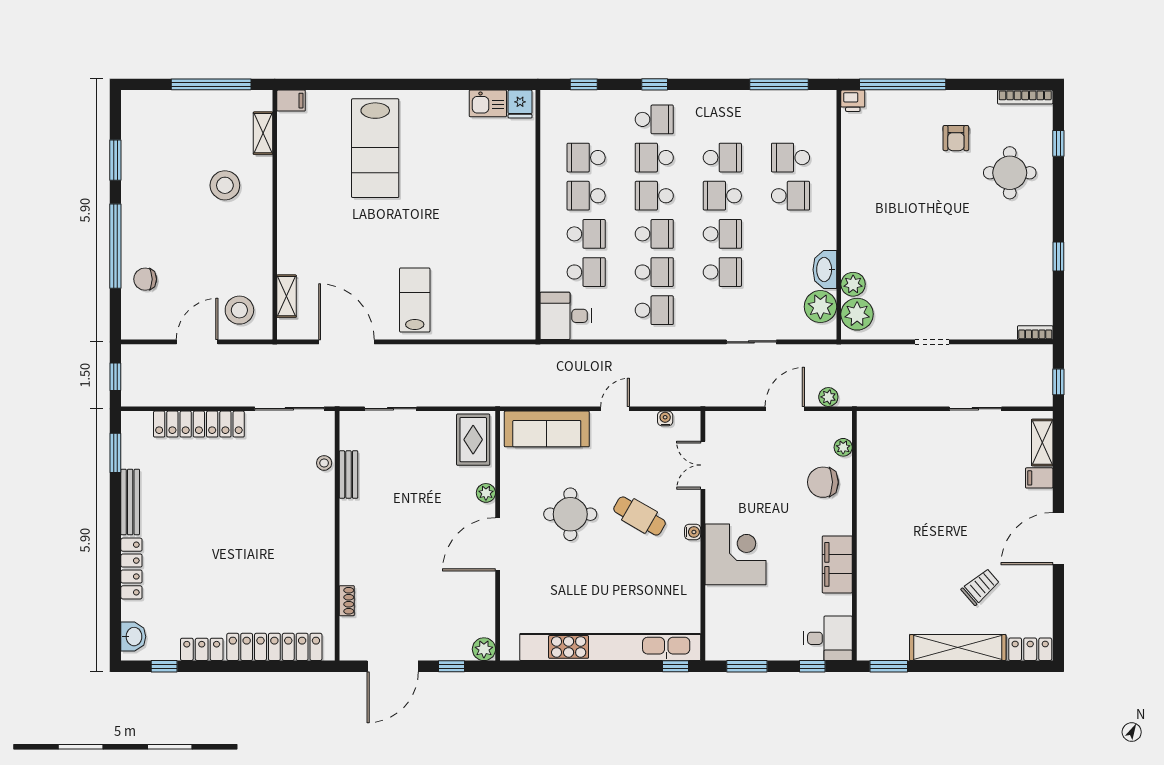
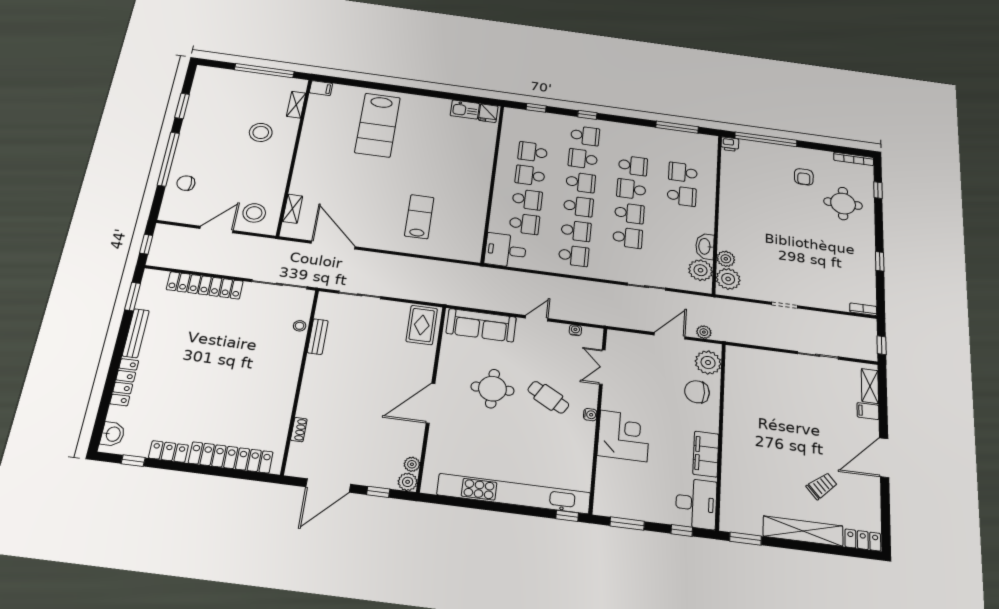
school desk: (654, 196) -> (581, 182), turned 180
lab bench: (415, 300) -> (419, 217), moved
plant: (843, 447) -> (708, 363), width x1.87, depth x1.87
plant: (486, 493) -> (412, 464), moved
desk: (828, 638) -> (696, 503), width x1.37

